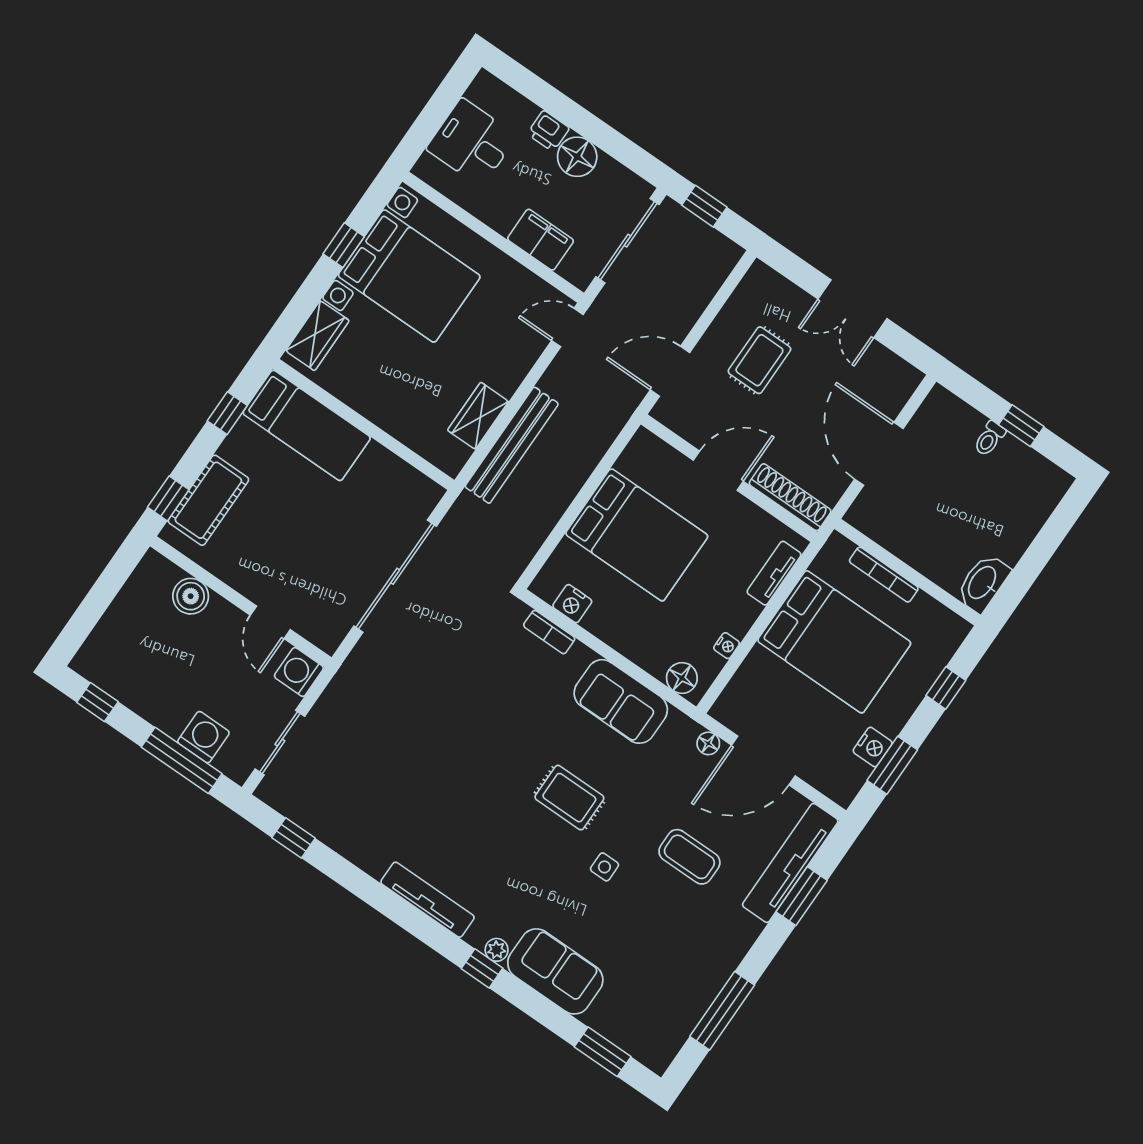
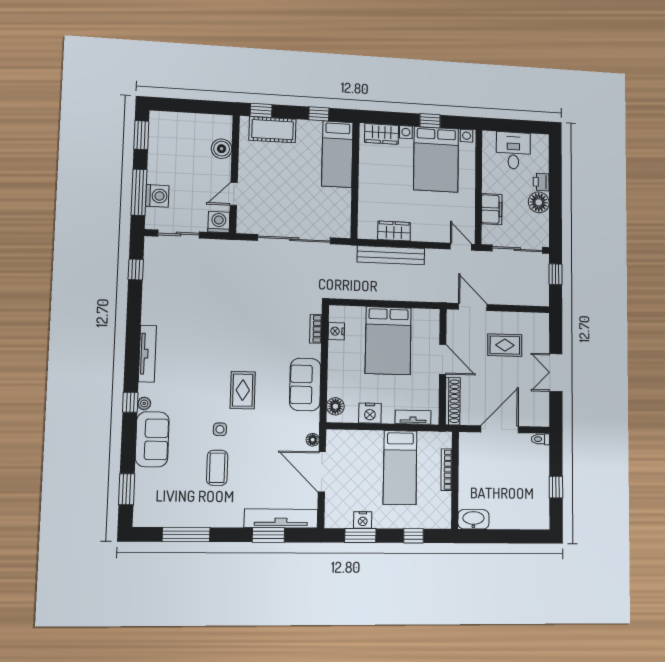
toilet: (989, 439) -> (540, 439), moved
bed: (834, 642) -> (400, 468), width x0.67
nightstand: (727, 646) -> (370, 413), width x1.89, depth x1.79
window: (97, 702) -> (141, 135), width x1.50
coffee table: (689, 857) -> (217, 468), moved

